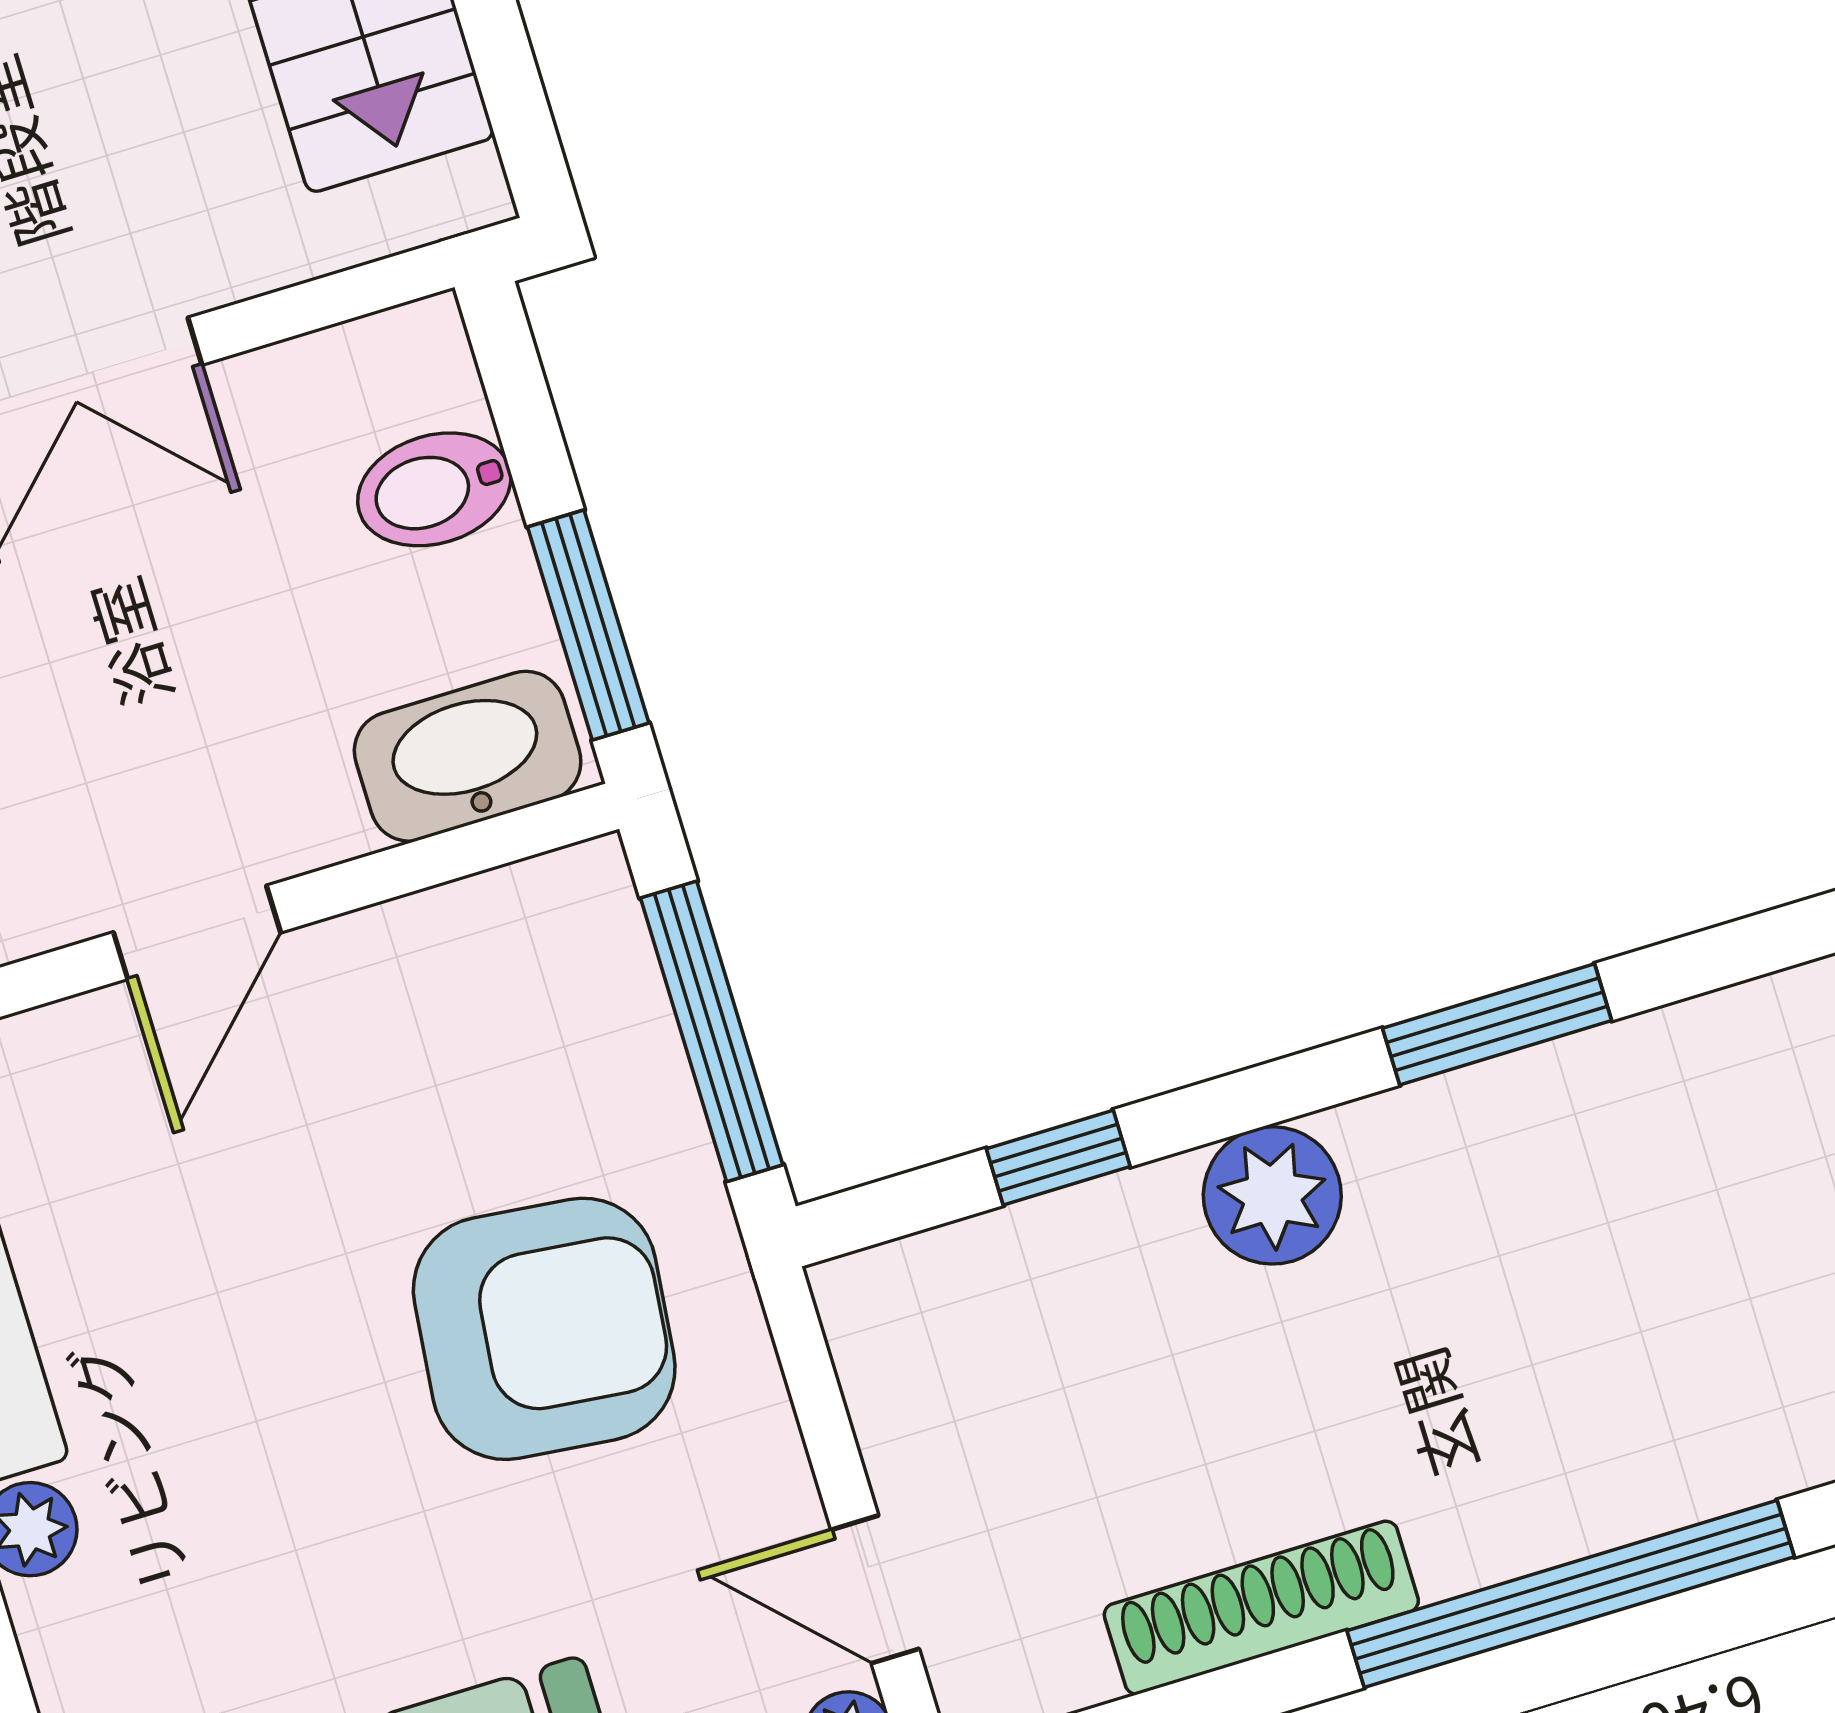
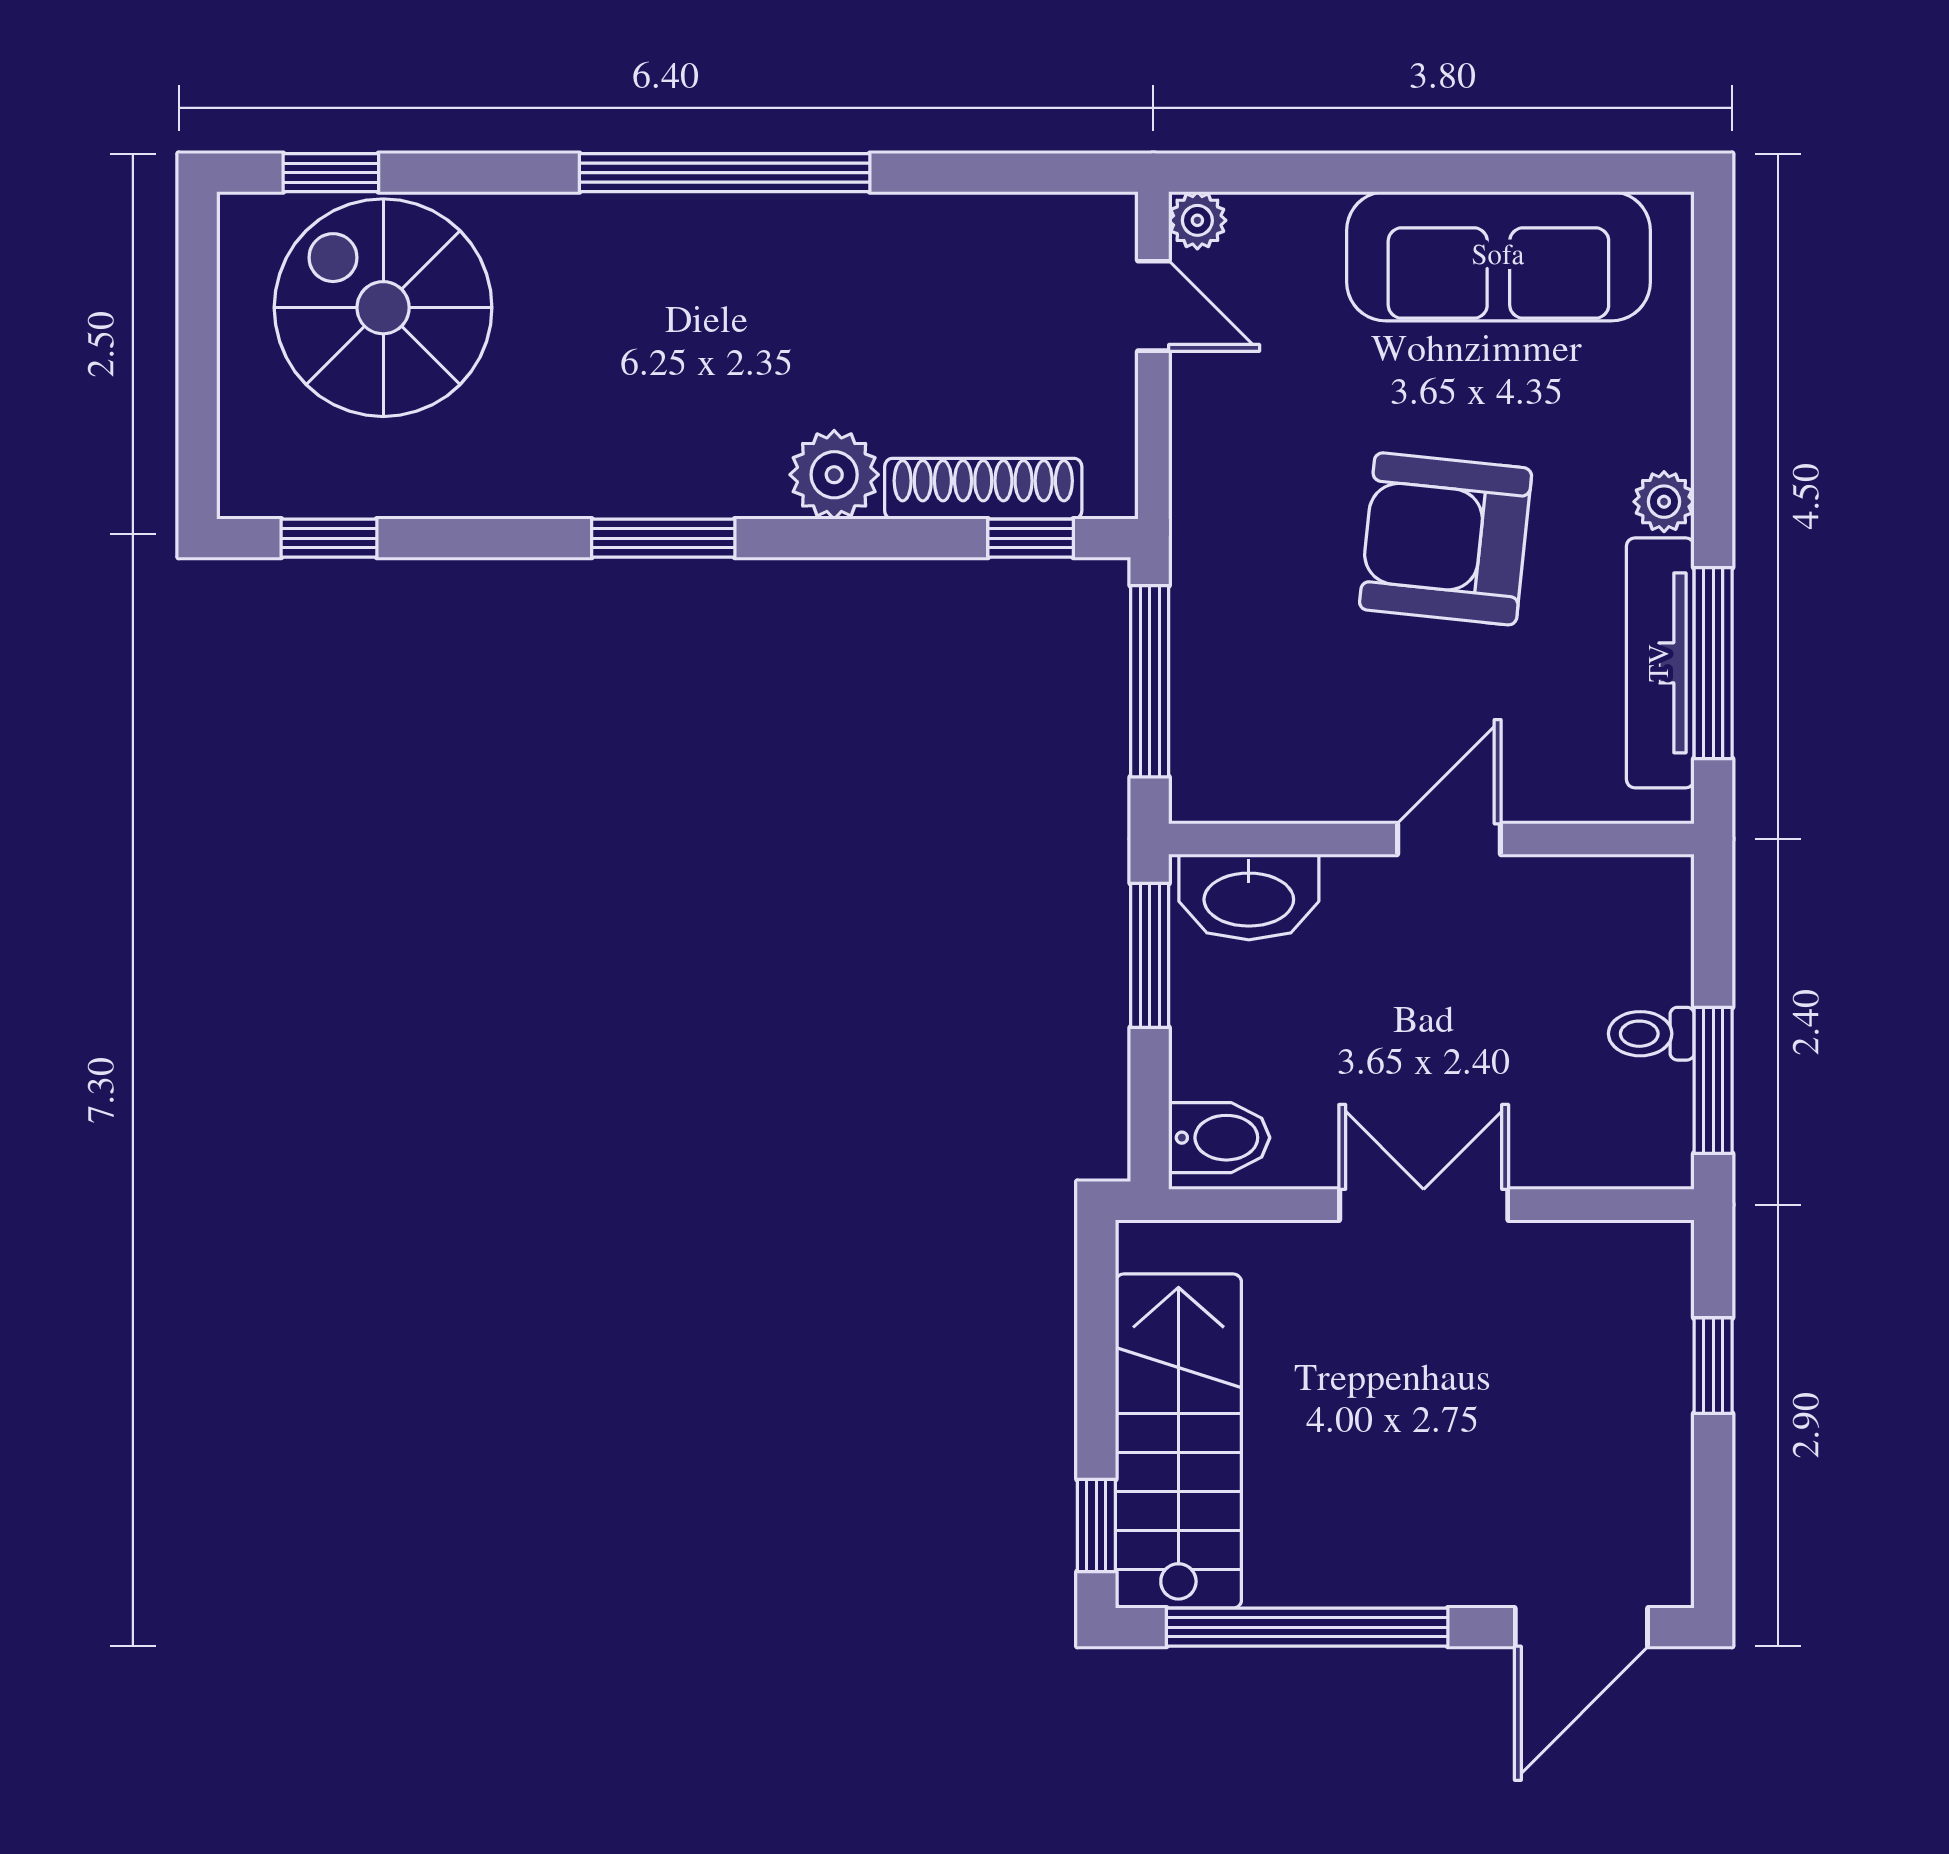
bidet: (434, 489) -> (1219, 1138), moved
window: (1058, 1158) -> (1031, 538), moved
armchair: (544, 1329) -> (1446, 539), moved
shoe rack: (1261, 1608) -> (983, 489), moved, turned 180

